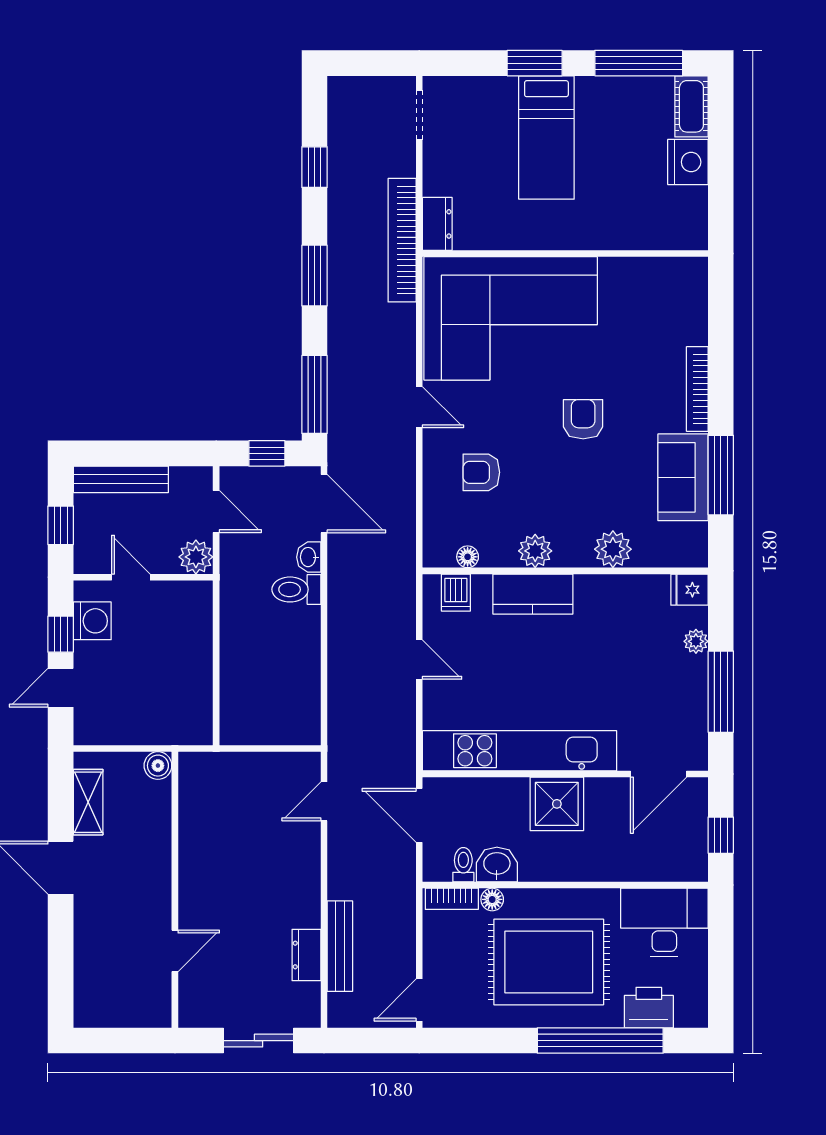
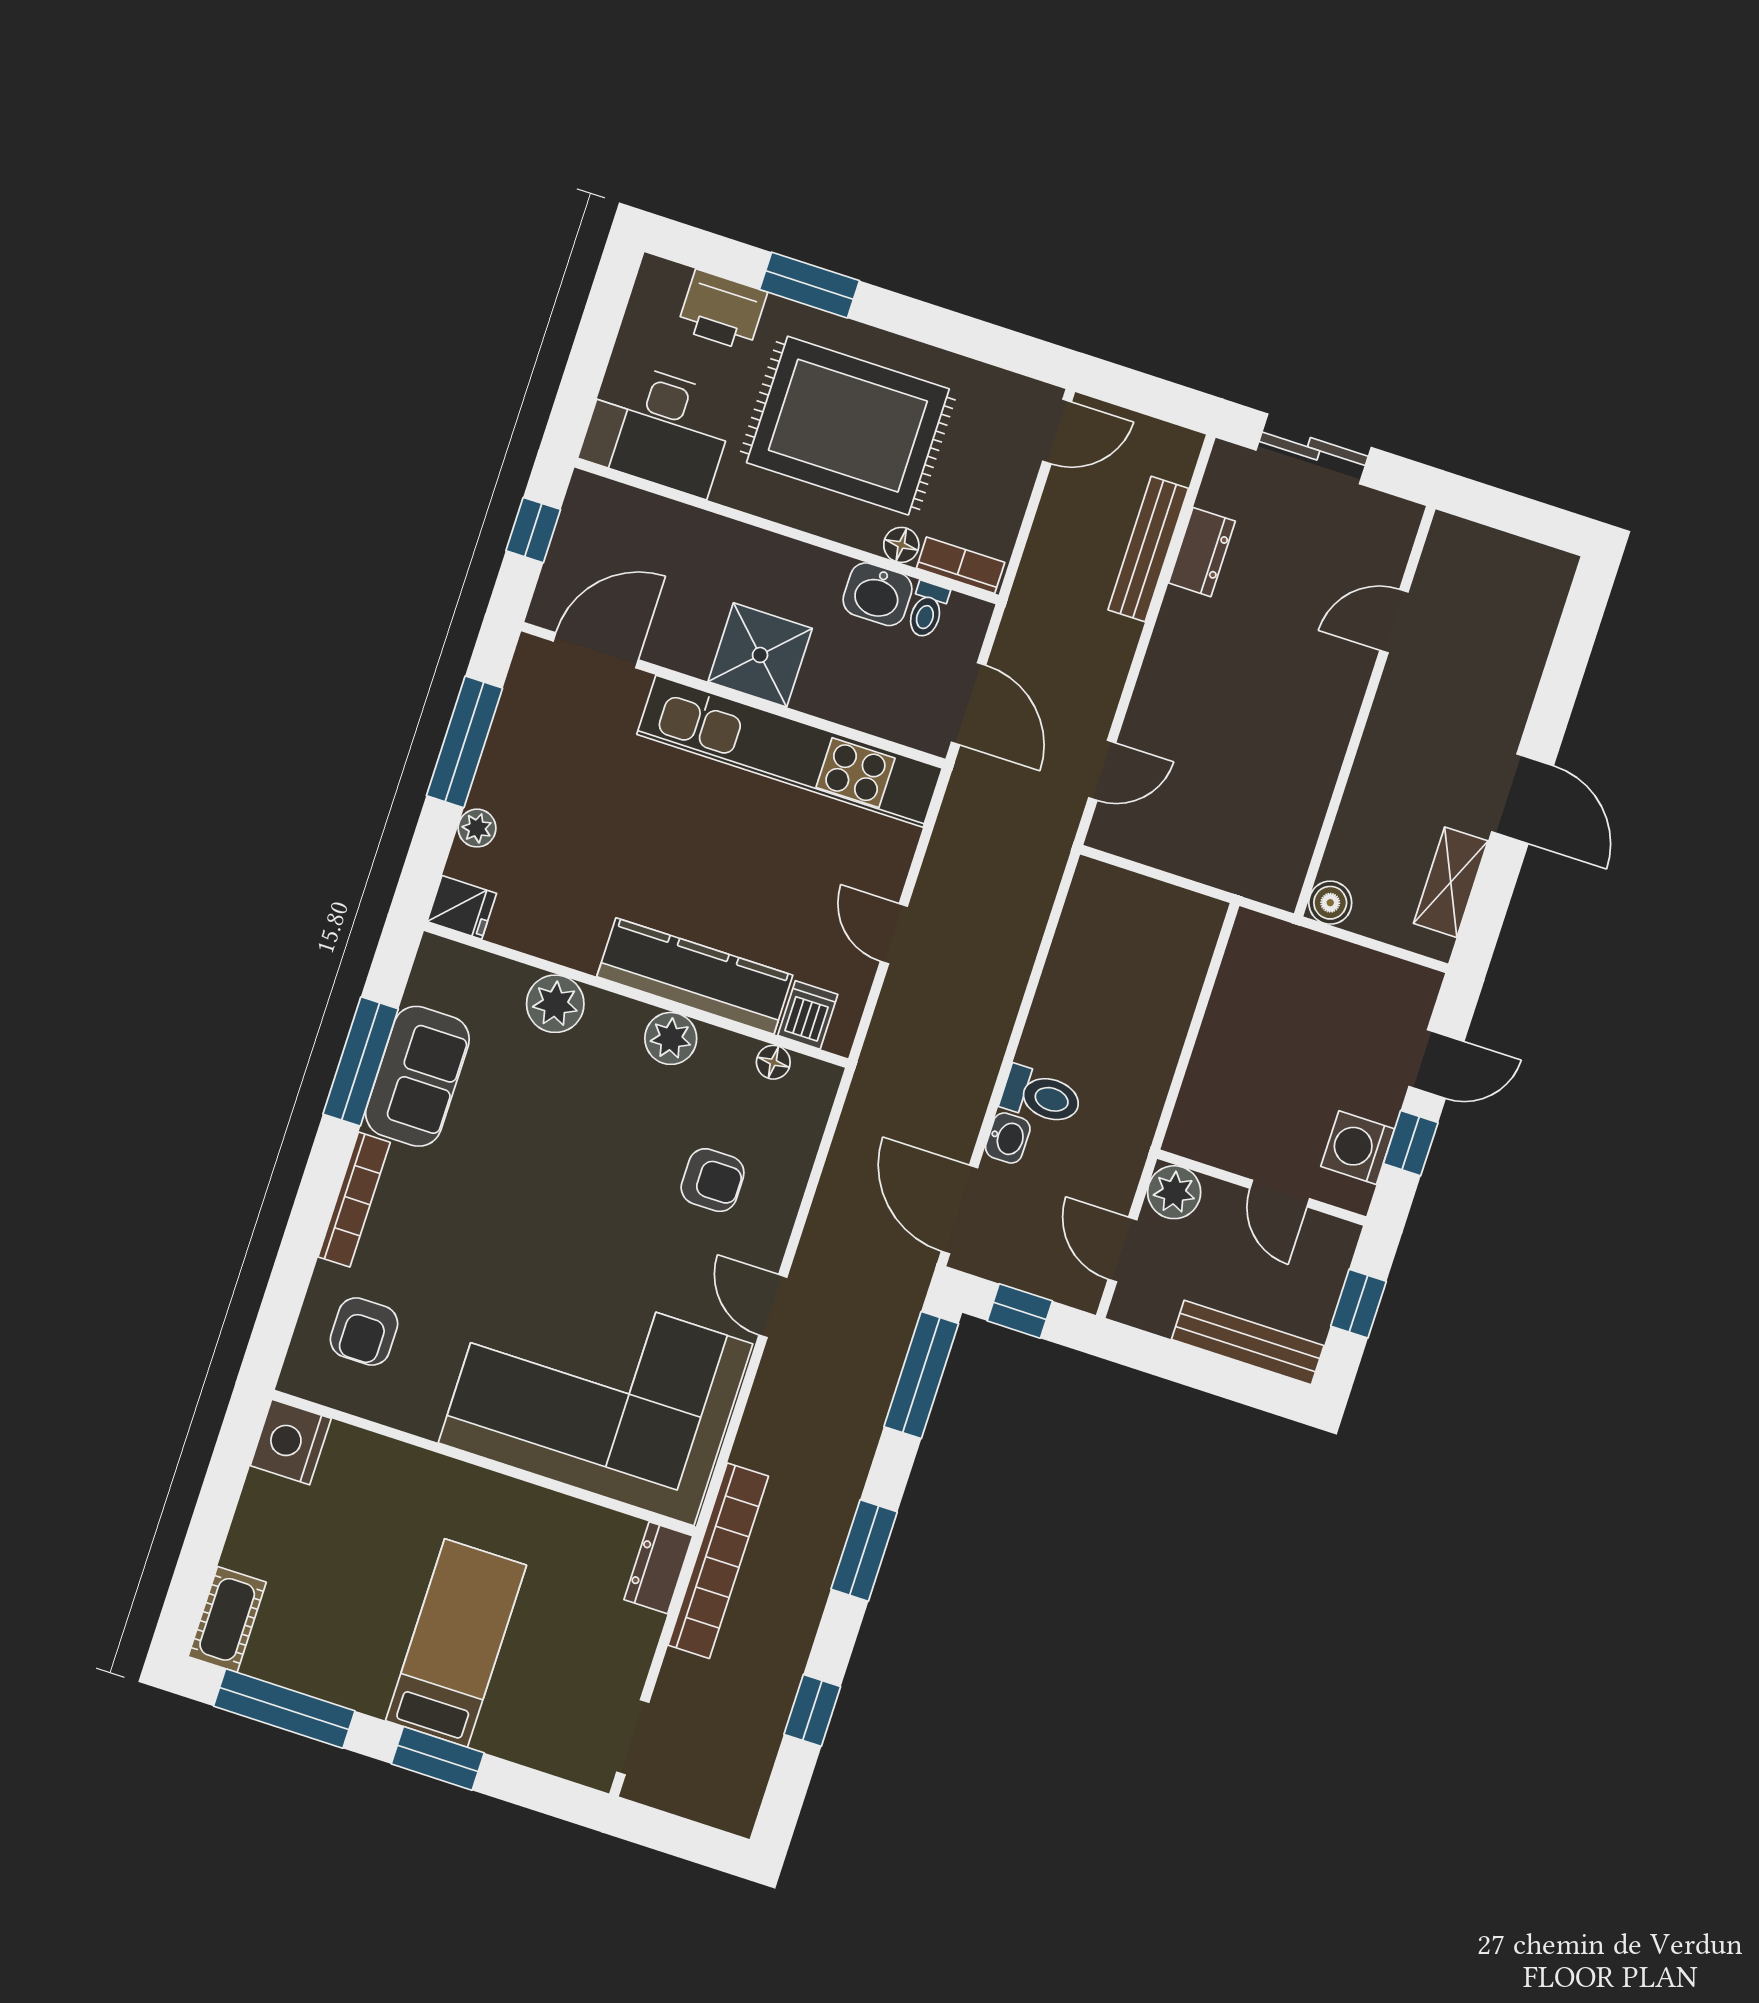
nightstand: (688, 162) -> (291, 1442), moved
armchair: (583, 419) -> (364, 1332), moved
kitchen counter: (533, 594) -> (695, 976), width x1.50
window: (600, 1041) -> (809, 285), width x0.47

